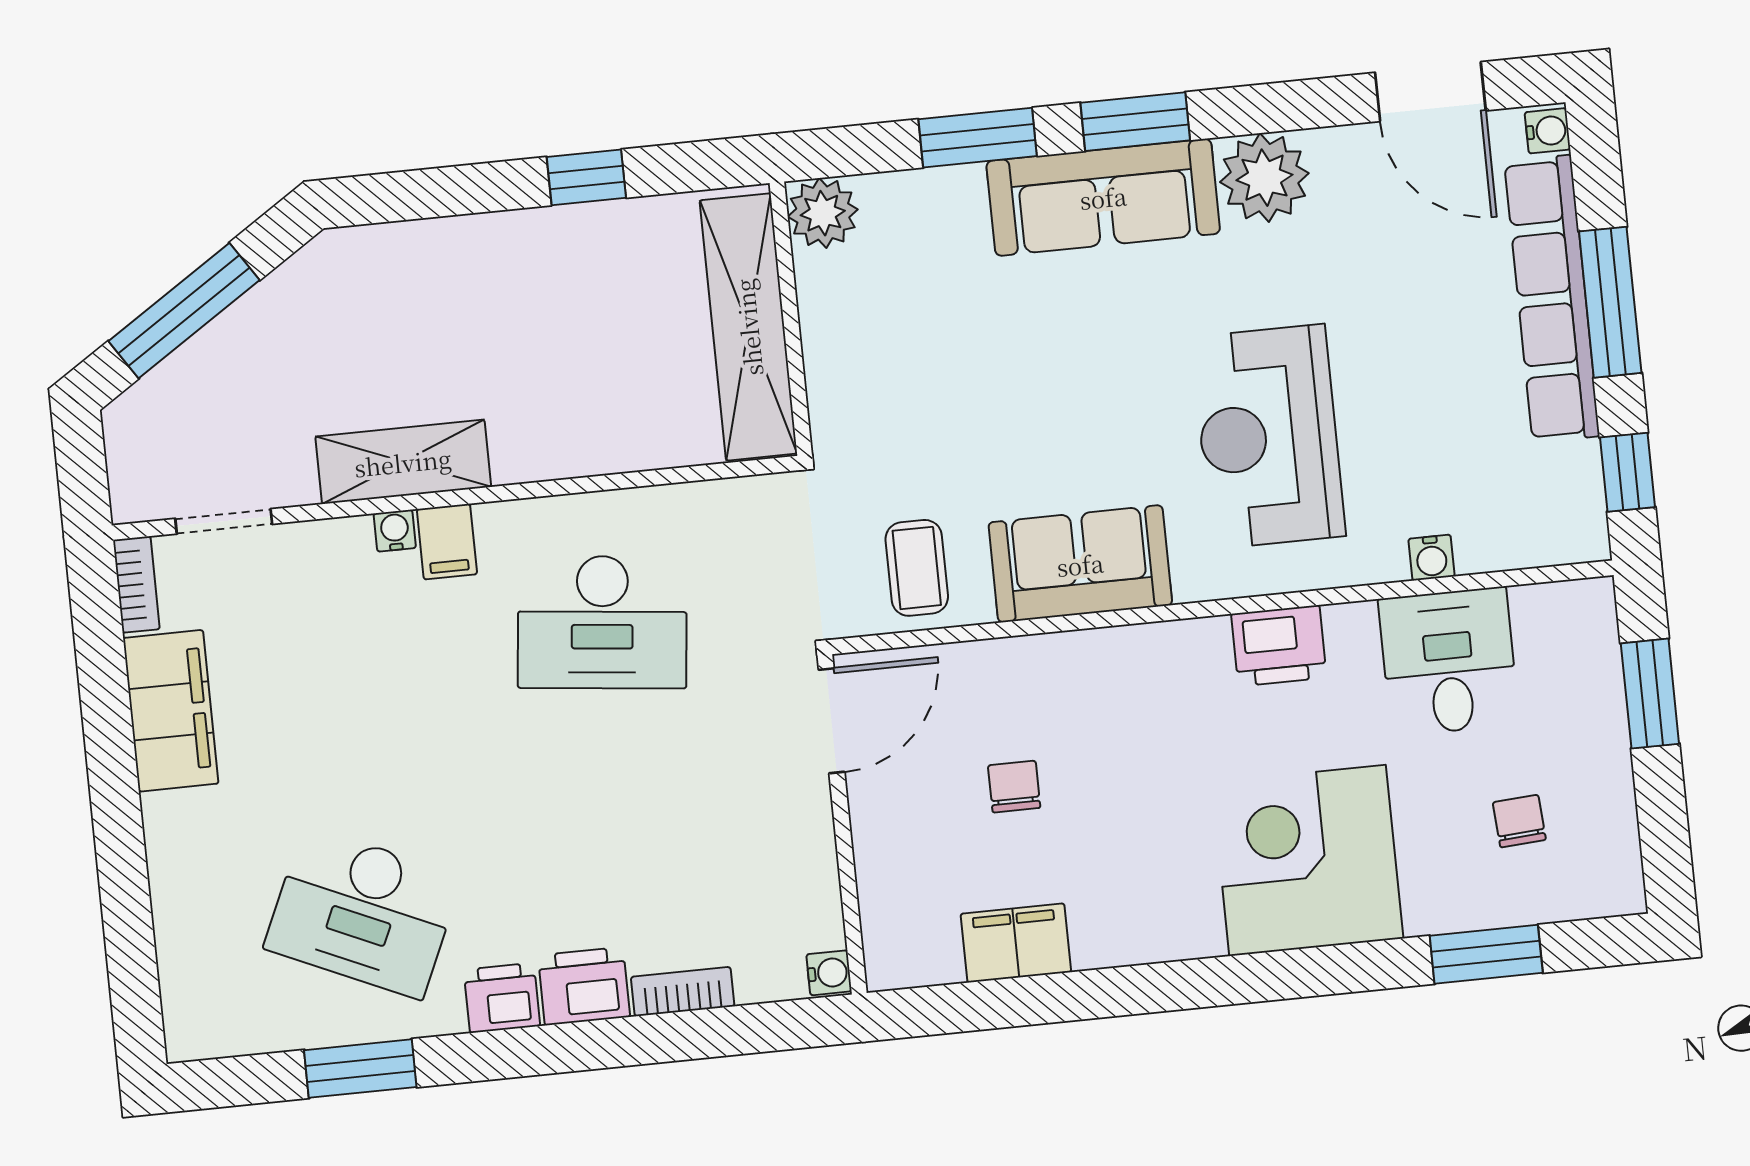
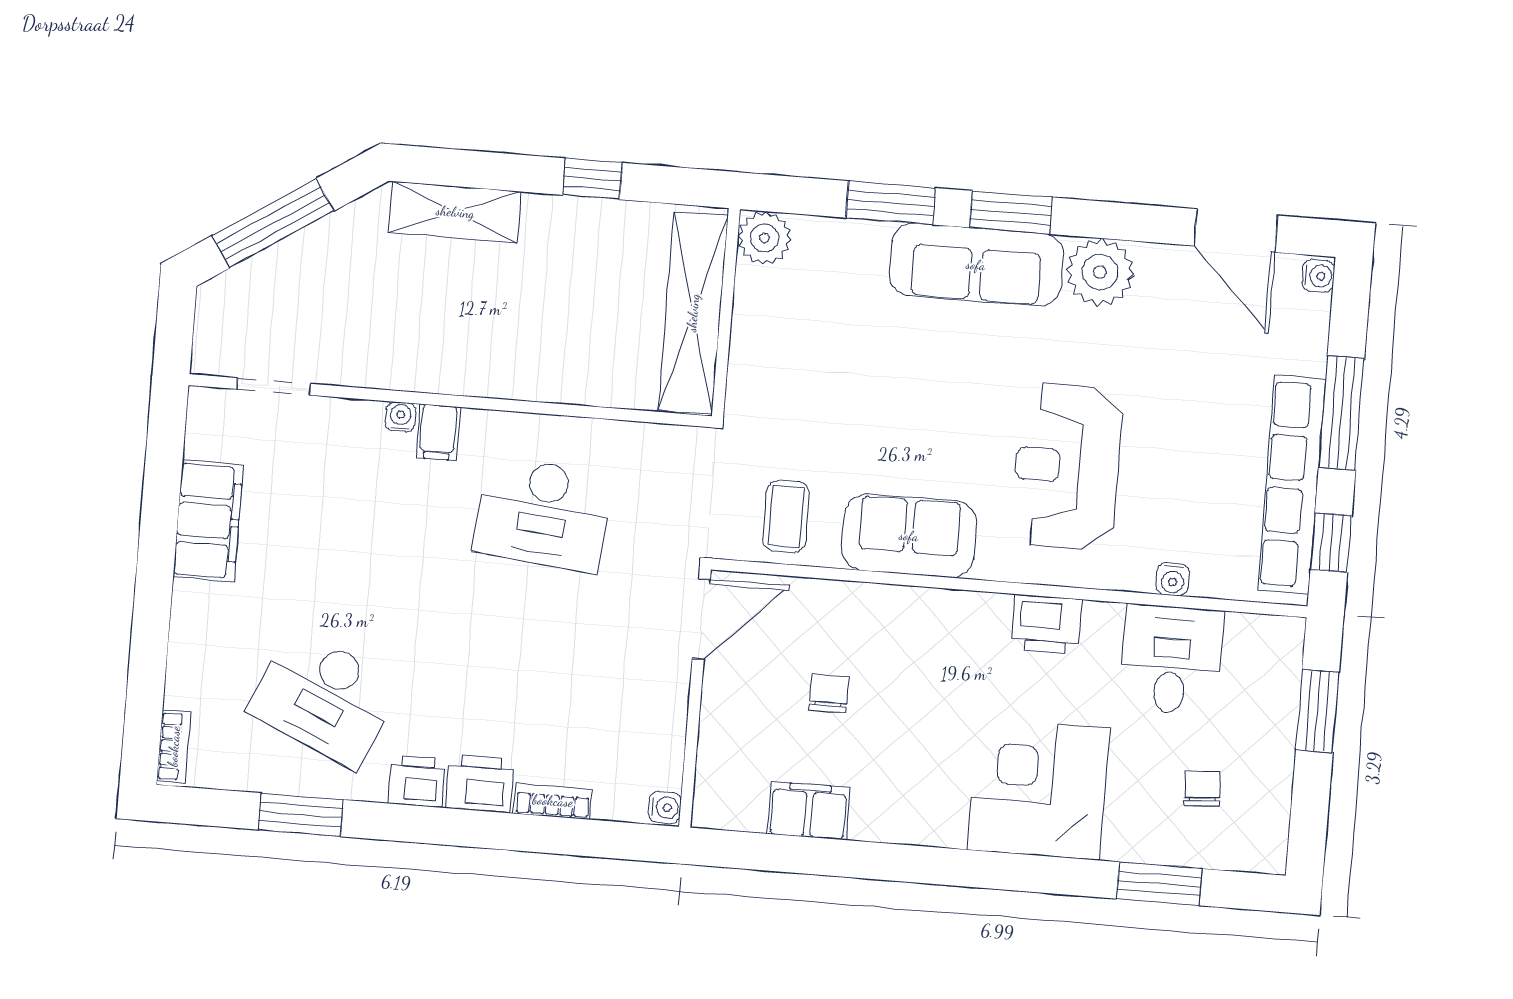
row of seats: (1552, 299) -> (1292, 484), moved
shelving: (403, 462) -> (455, 212), moved
bookcase: (136, 585) -> (174, 746), moved

